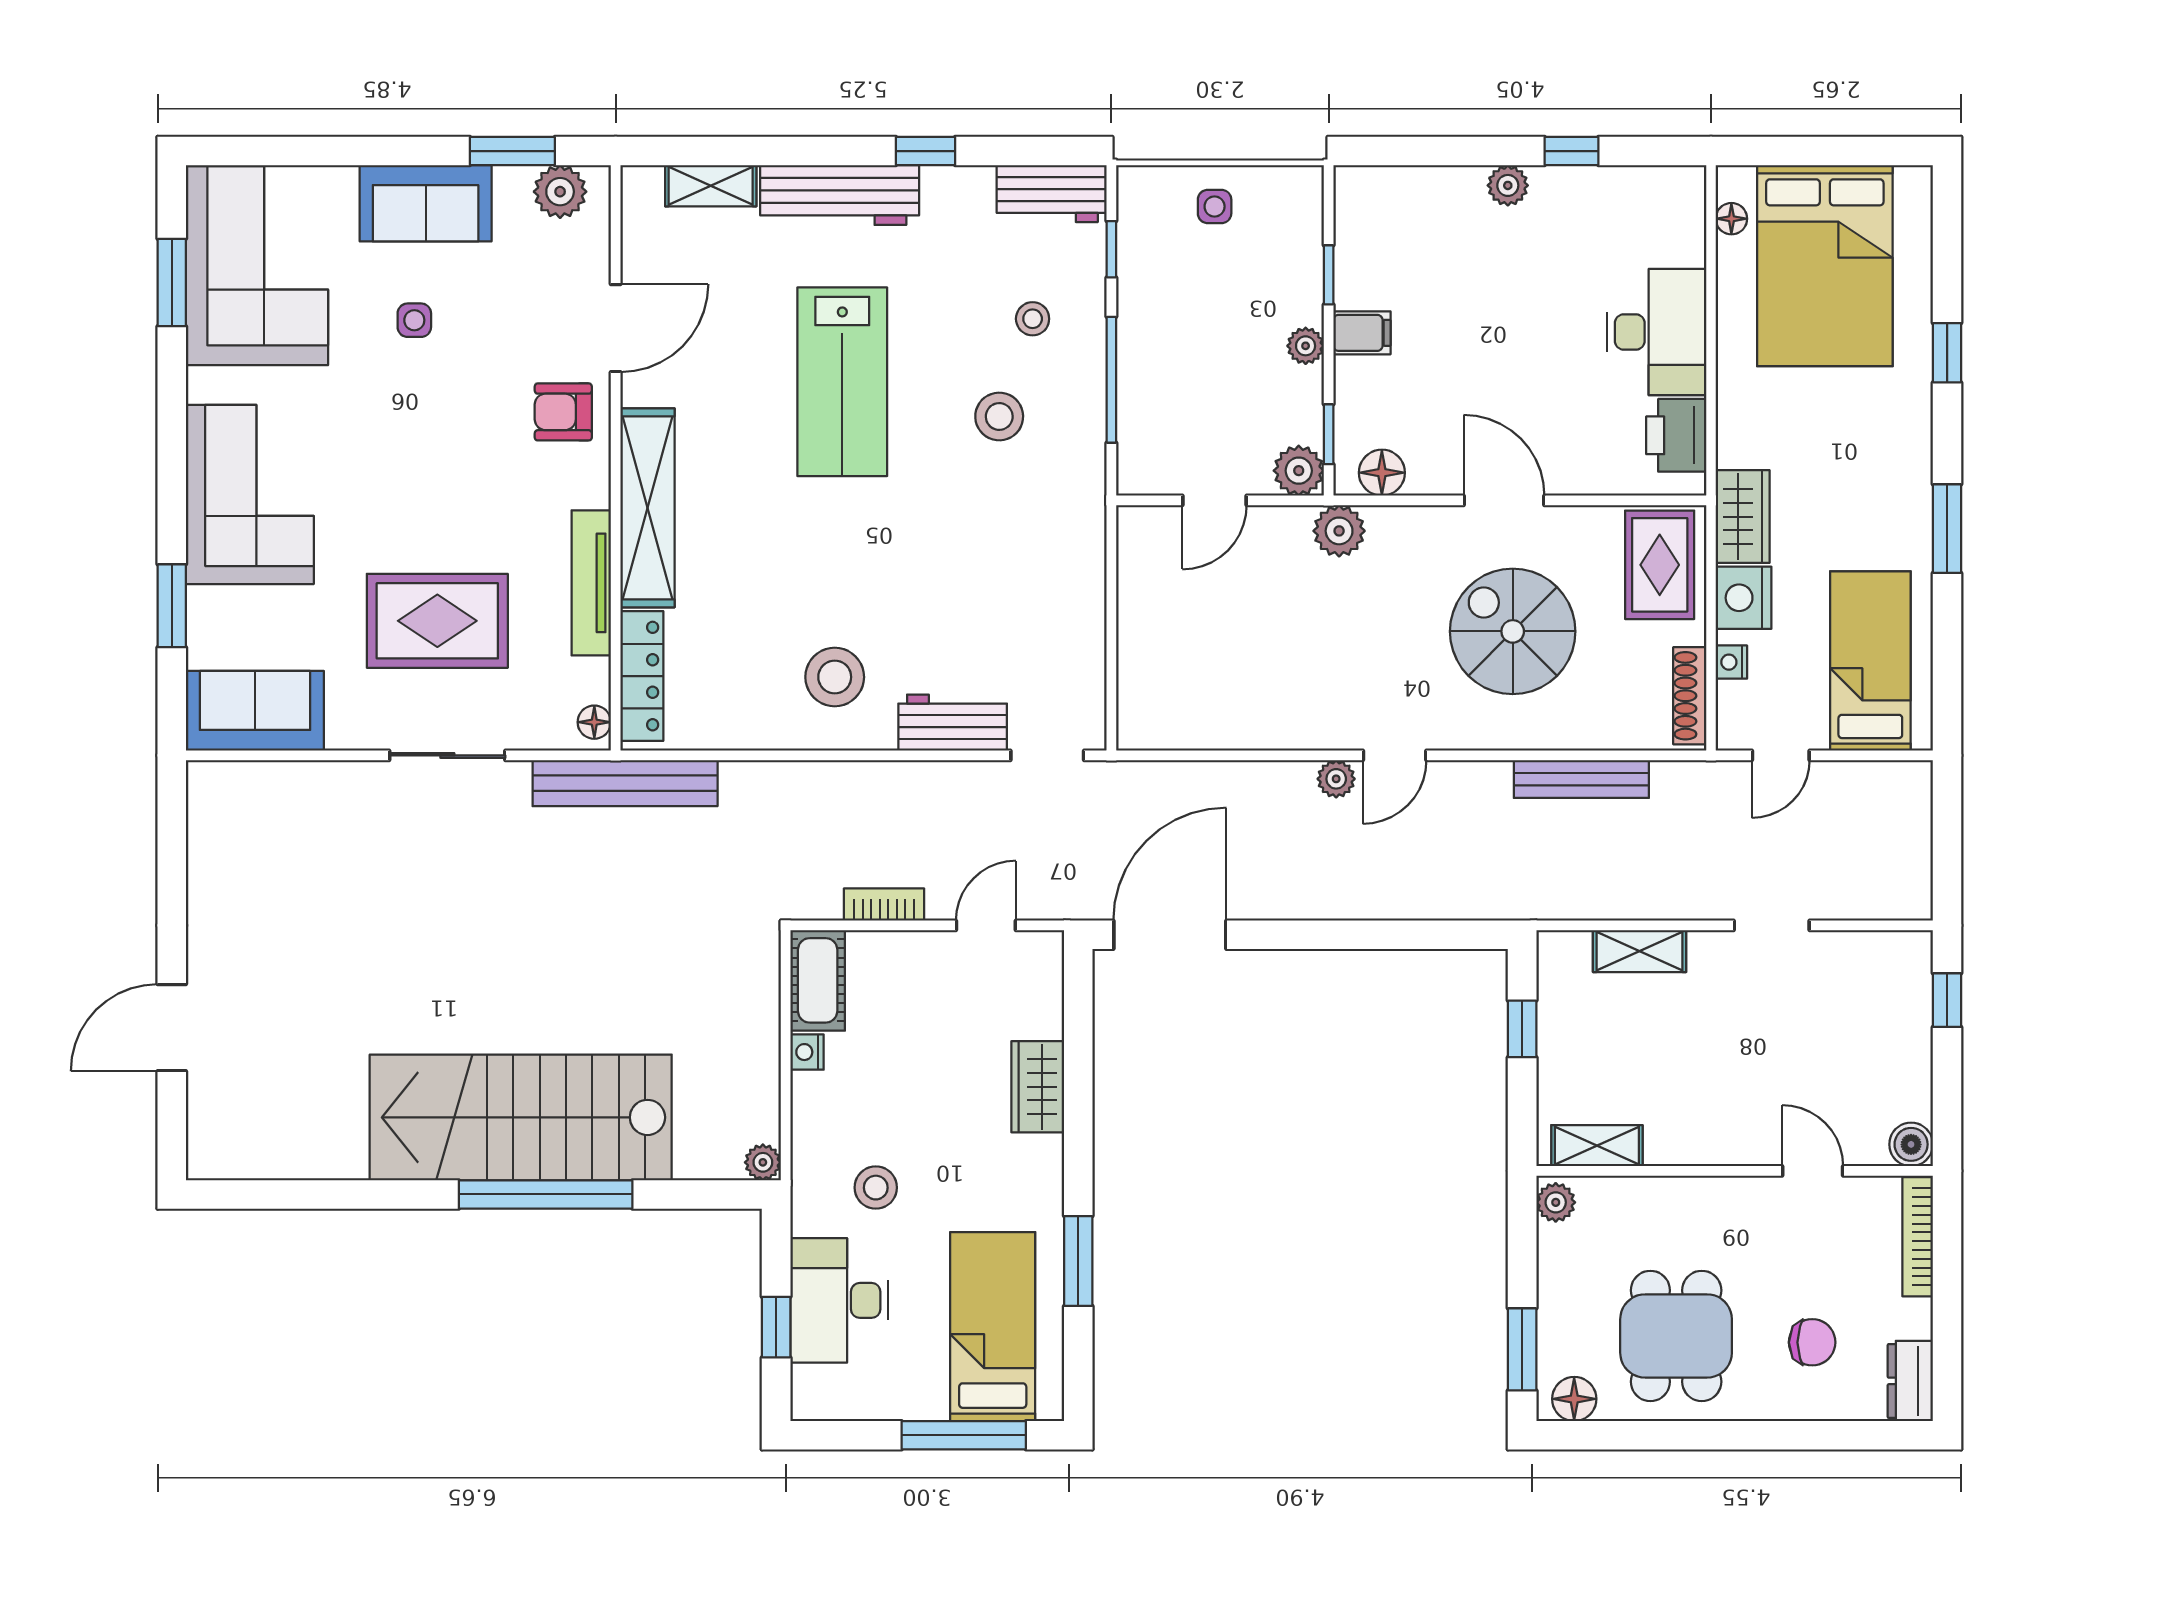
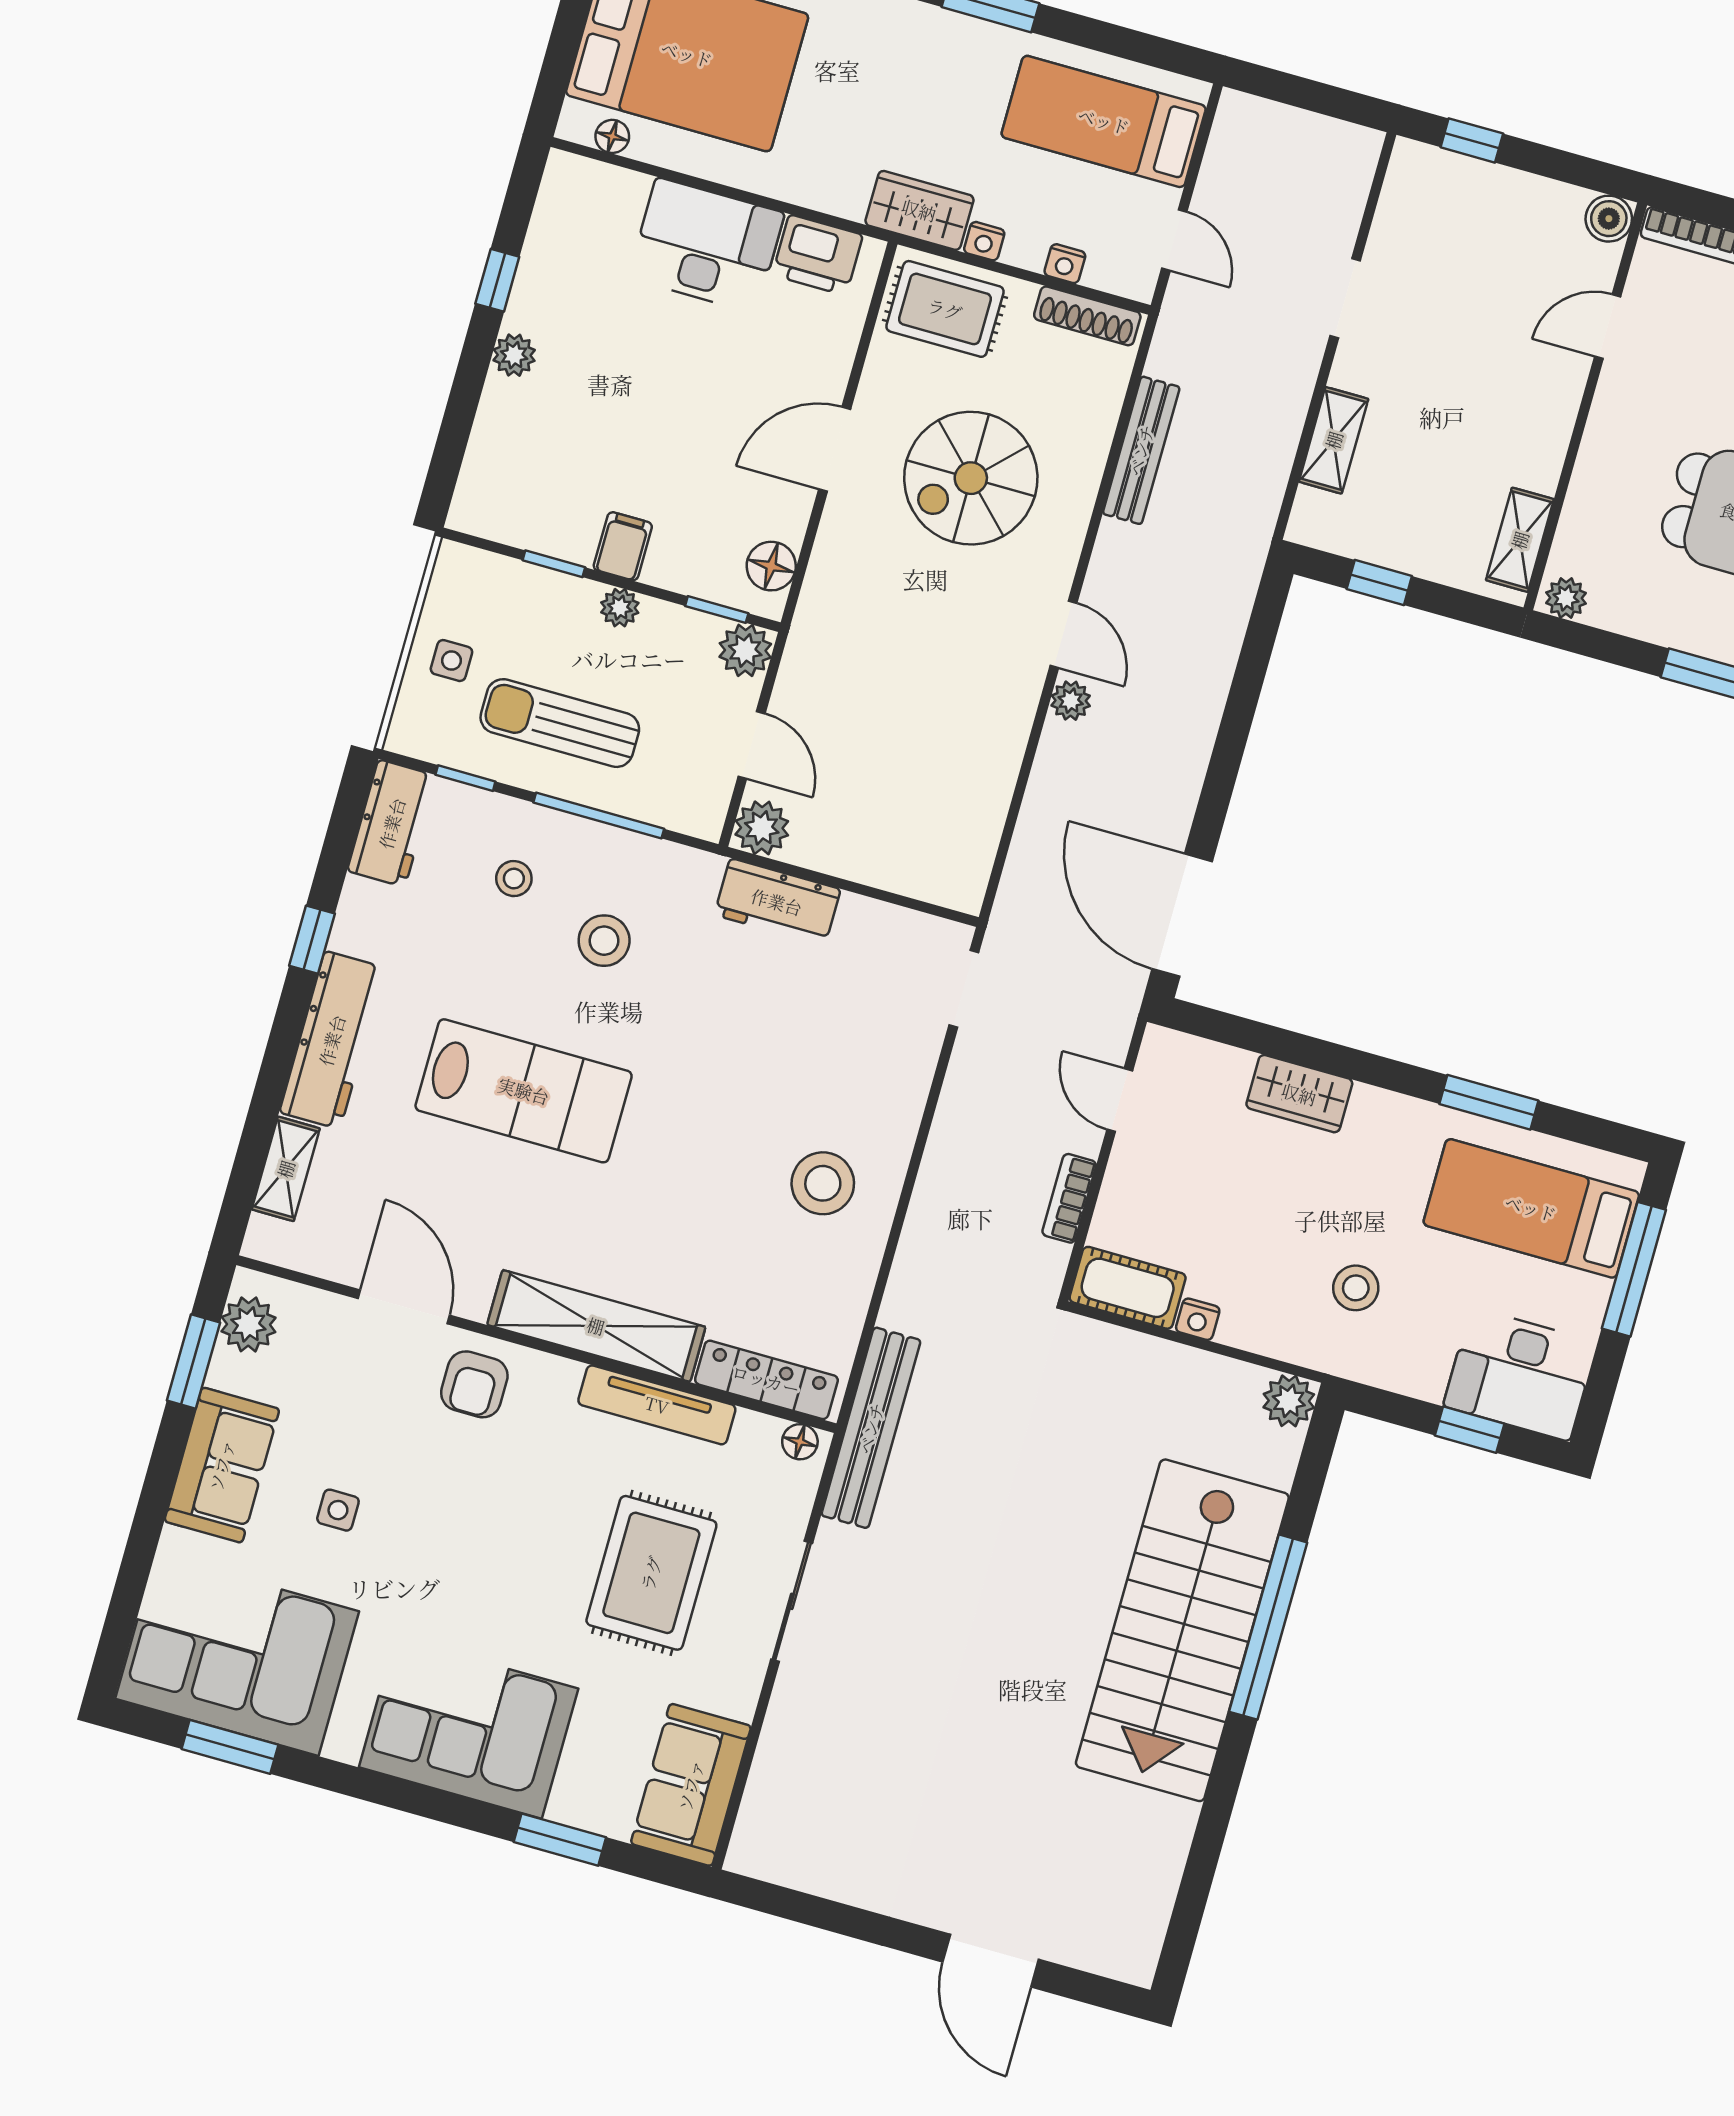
sun lounger: (1185, 321) -> (560, 723), added
plant: (1339, 531) -> (762, 828), moved
nightstand: (1744, 598) -> (984, 241), width x0.53, depth x0.56
workbench: (953, 723) -> (777, 902), moved, turned -90
plant: (763, 1162) -> (1289, 1401), width x1.38, depth x1.38
desk: (839, 1300) -> (1520, 1374), moved

